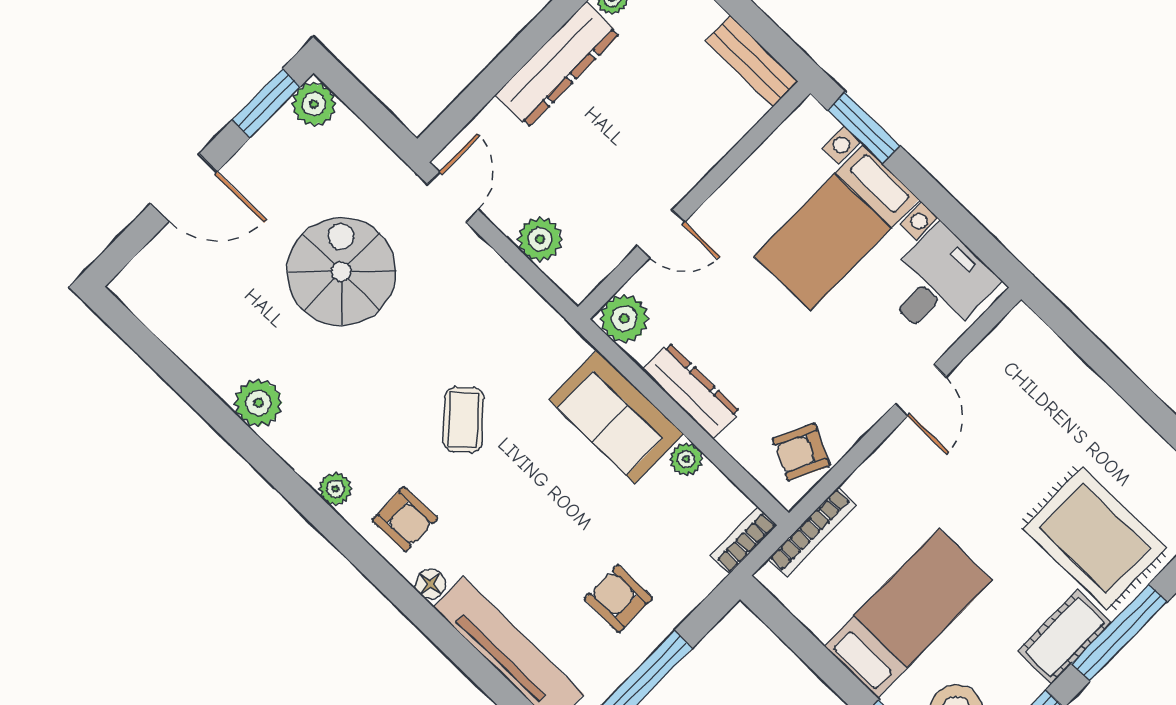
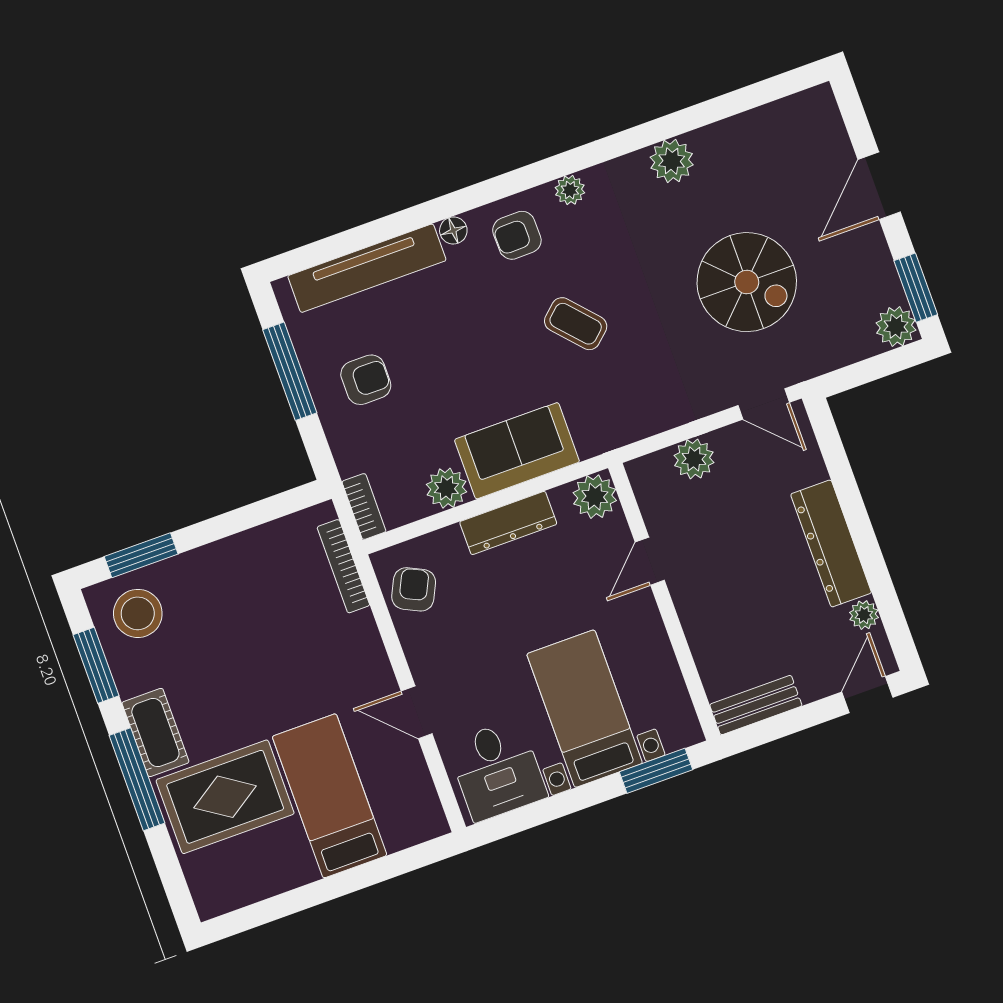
plant: (686, 459) -> (447, 488), width x1.38, depth x1.38
bed: (908, 613) -> (330, 796), moved, turned 180

